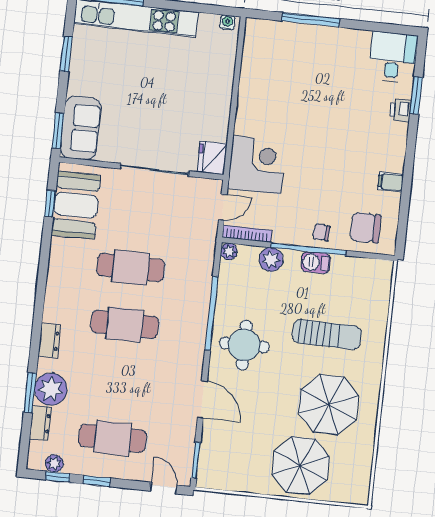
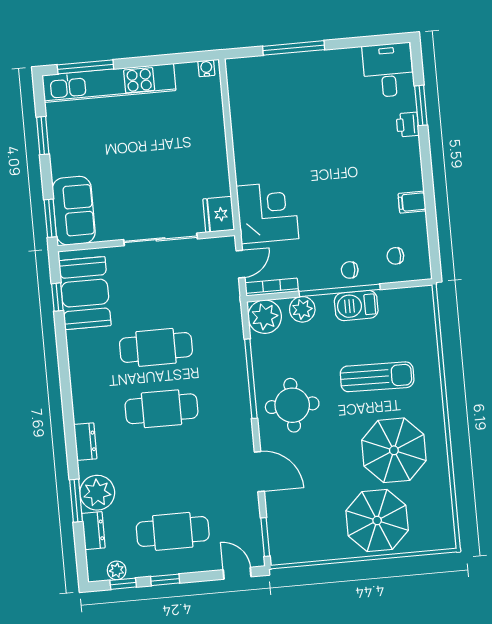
chair: (365, 228) -> (395, 256), width x0.54, depth x0.54
plant: (229, 251) -> (265, 317), width x1.87, depth x1.87
barbecue: (316, 263) -> (356, 306), width x1.38, depth x1.27

